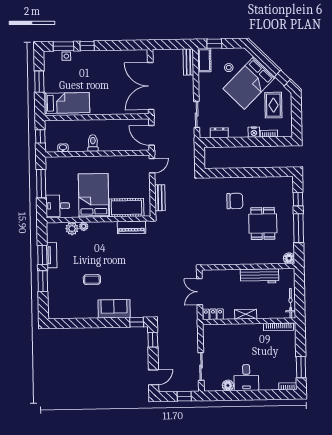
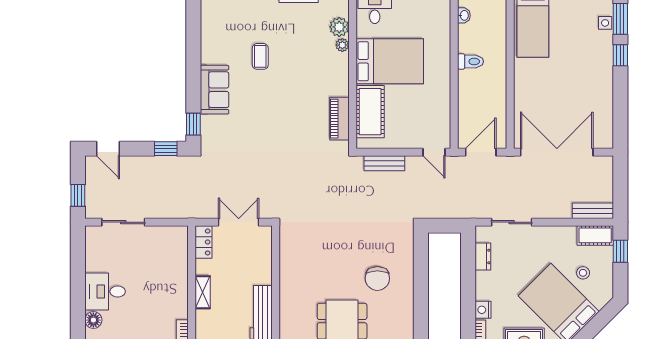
floor lamp: (228, 385) -> (93, 320), moved

